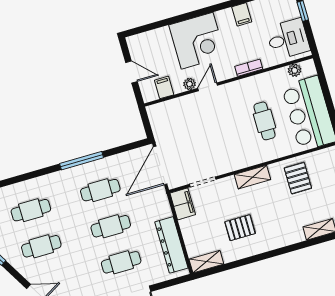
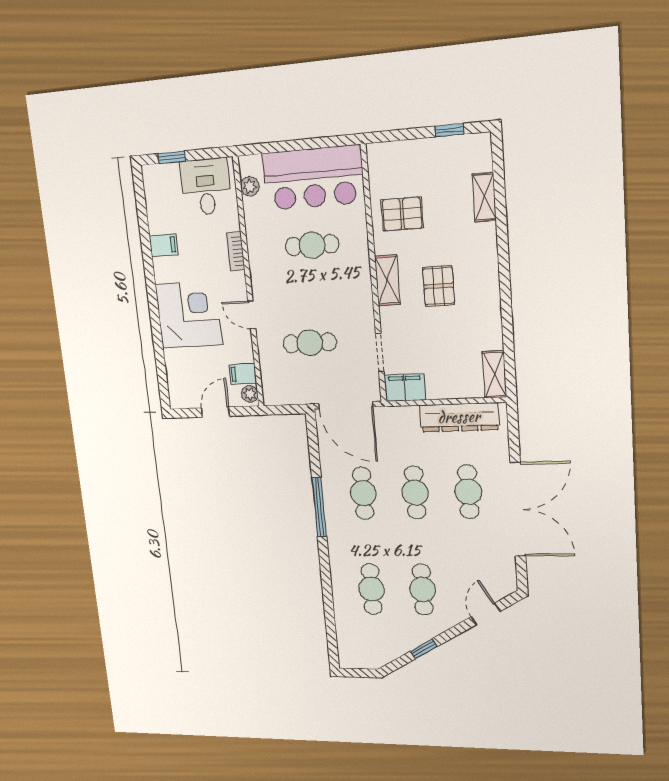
plant: (190, 84) -> (250, 394), moved
cafe table: (198, 132) -> (310, 343), added
pallet: (240, 228) -> (439, 286), moved

